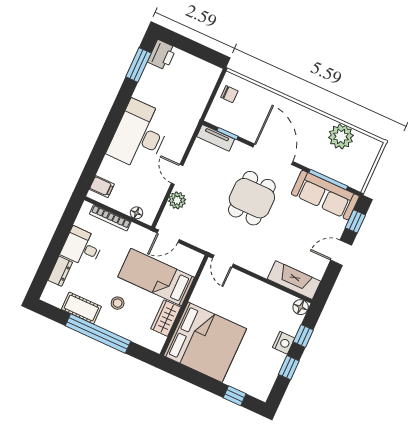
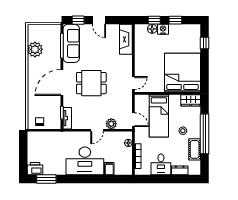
filing cabinet: (102, 187) -> (109, 169), moved
floor lamp: (301, 307) -> (152, 29), moved
wardrobe: (166, 318) -> (191, 100), moved

